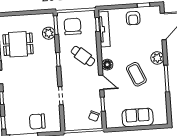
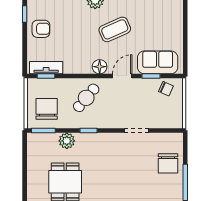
chair: (73, 26) -> (47, 109), turned 90
tv unit: (104, 29) -> (46, 68), width x0.71
plant: (49, 33) -> (67, 141), moved
sofa: (138, 117) -> (158, 62), moved, turned 90

